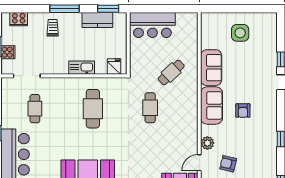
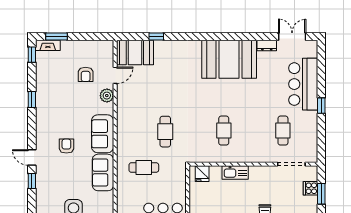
cafe table: (171, 72) -> (144, 168), turned 43
cafe table: (93, 109) -> (224, 131), width x0.73, depth x0.74
armchair: (243, 111) -> (66, 146), moved
armchair: (228, 164) -> (86, 74), turned 76

